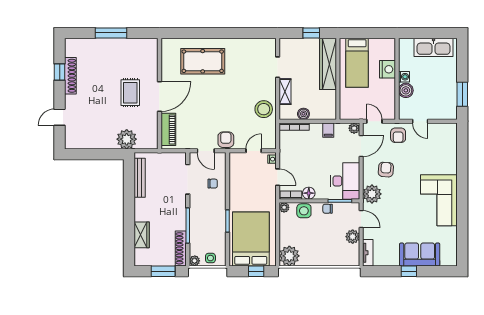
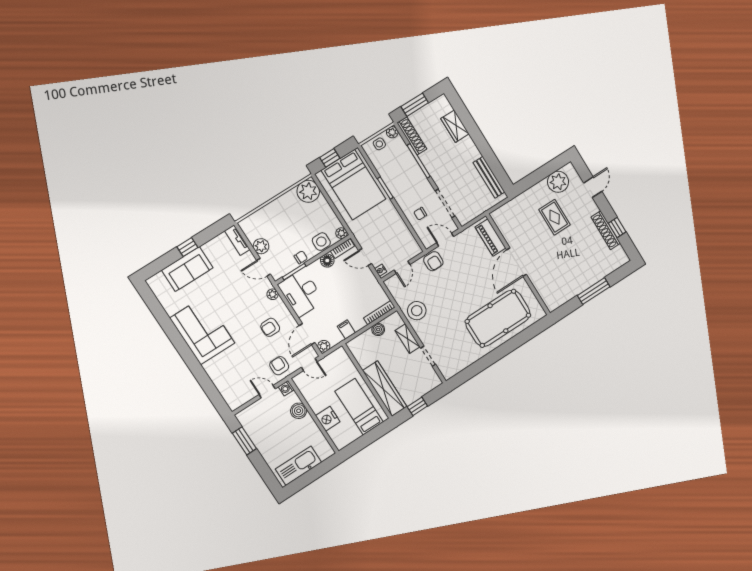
pool table: (203, 61) -> (498, 318), width x1.36, depth x1.32
washing machine: (404, 77) -> (286, 388), moved
rug: (130, 93) -> (555, 217), moved
plant: (127, 139) -> (558, 182), moved
armchair: (386, 170) -> (270, 327), turned 86
plant: (372, 194) -> (273, 294), width x0.53, depth x0.53

